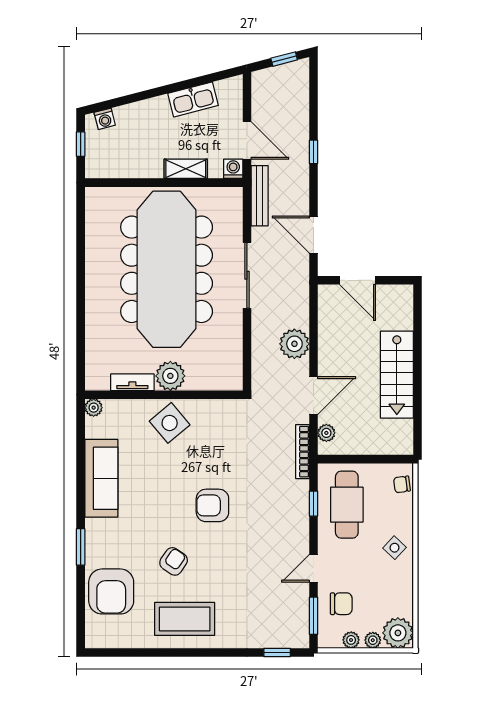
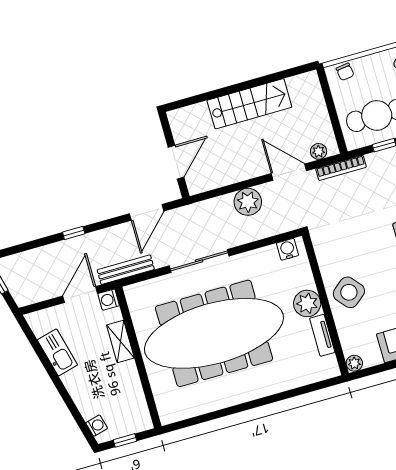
water cooler: (233, 371) -> (288, 249), added

